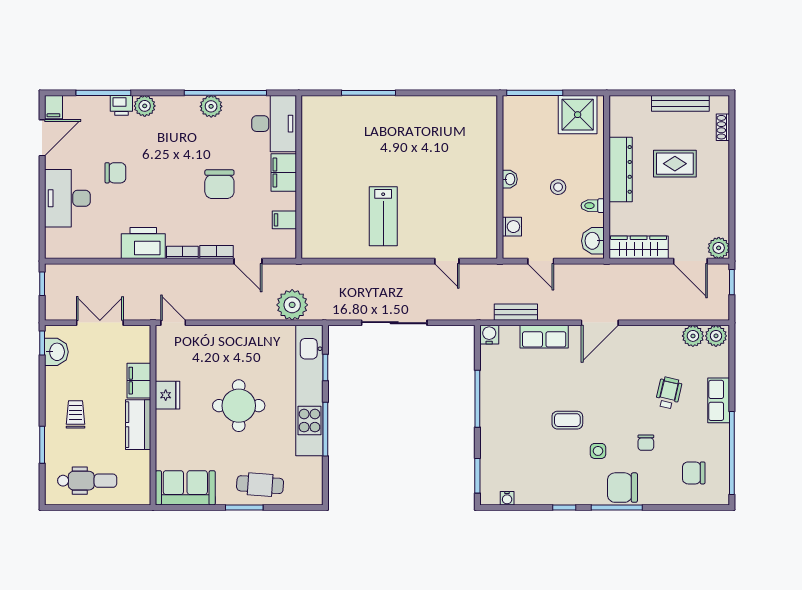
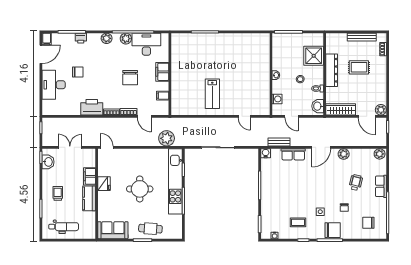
plant: (145, 106) -> (107, 38), moved
shower: (578, 115) -> (314, 56), moved
desk: (274, 124) -> (146, 44), moved, turned -90
plant: (693, 336) -> (344, 154), moved
coffee table: (567, 420) -> (298, 222), moved
chair: (622, 488) -> (333, 230), turned 180

